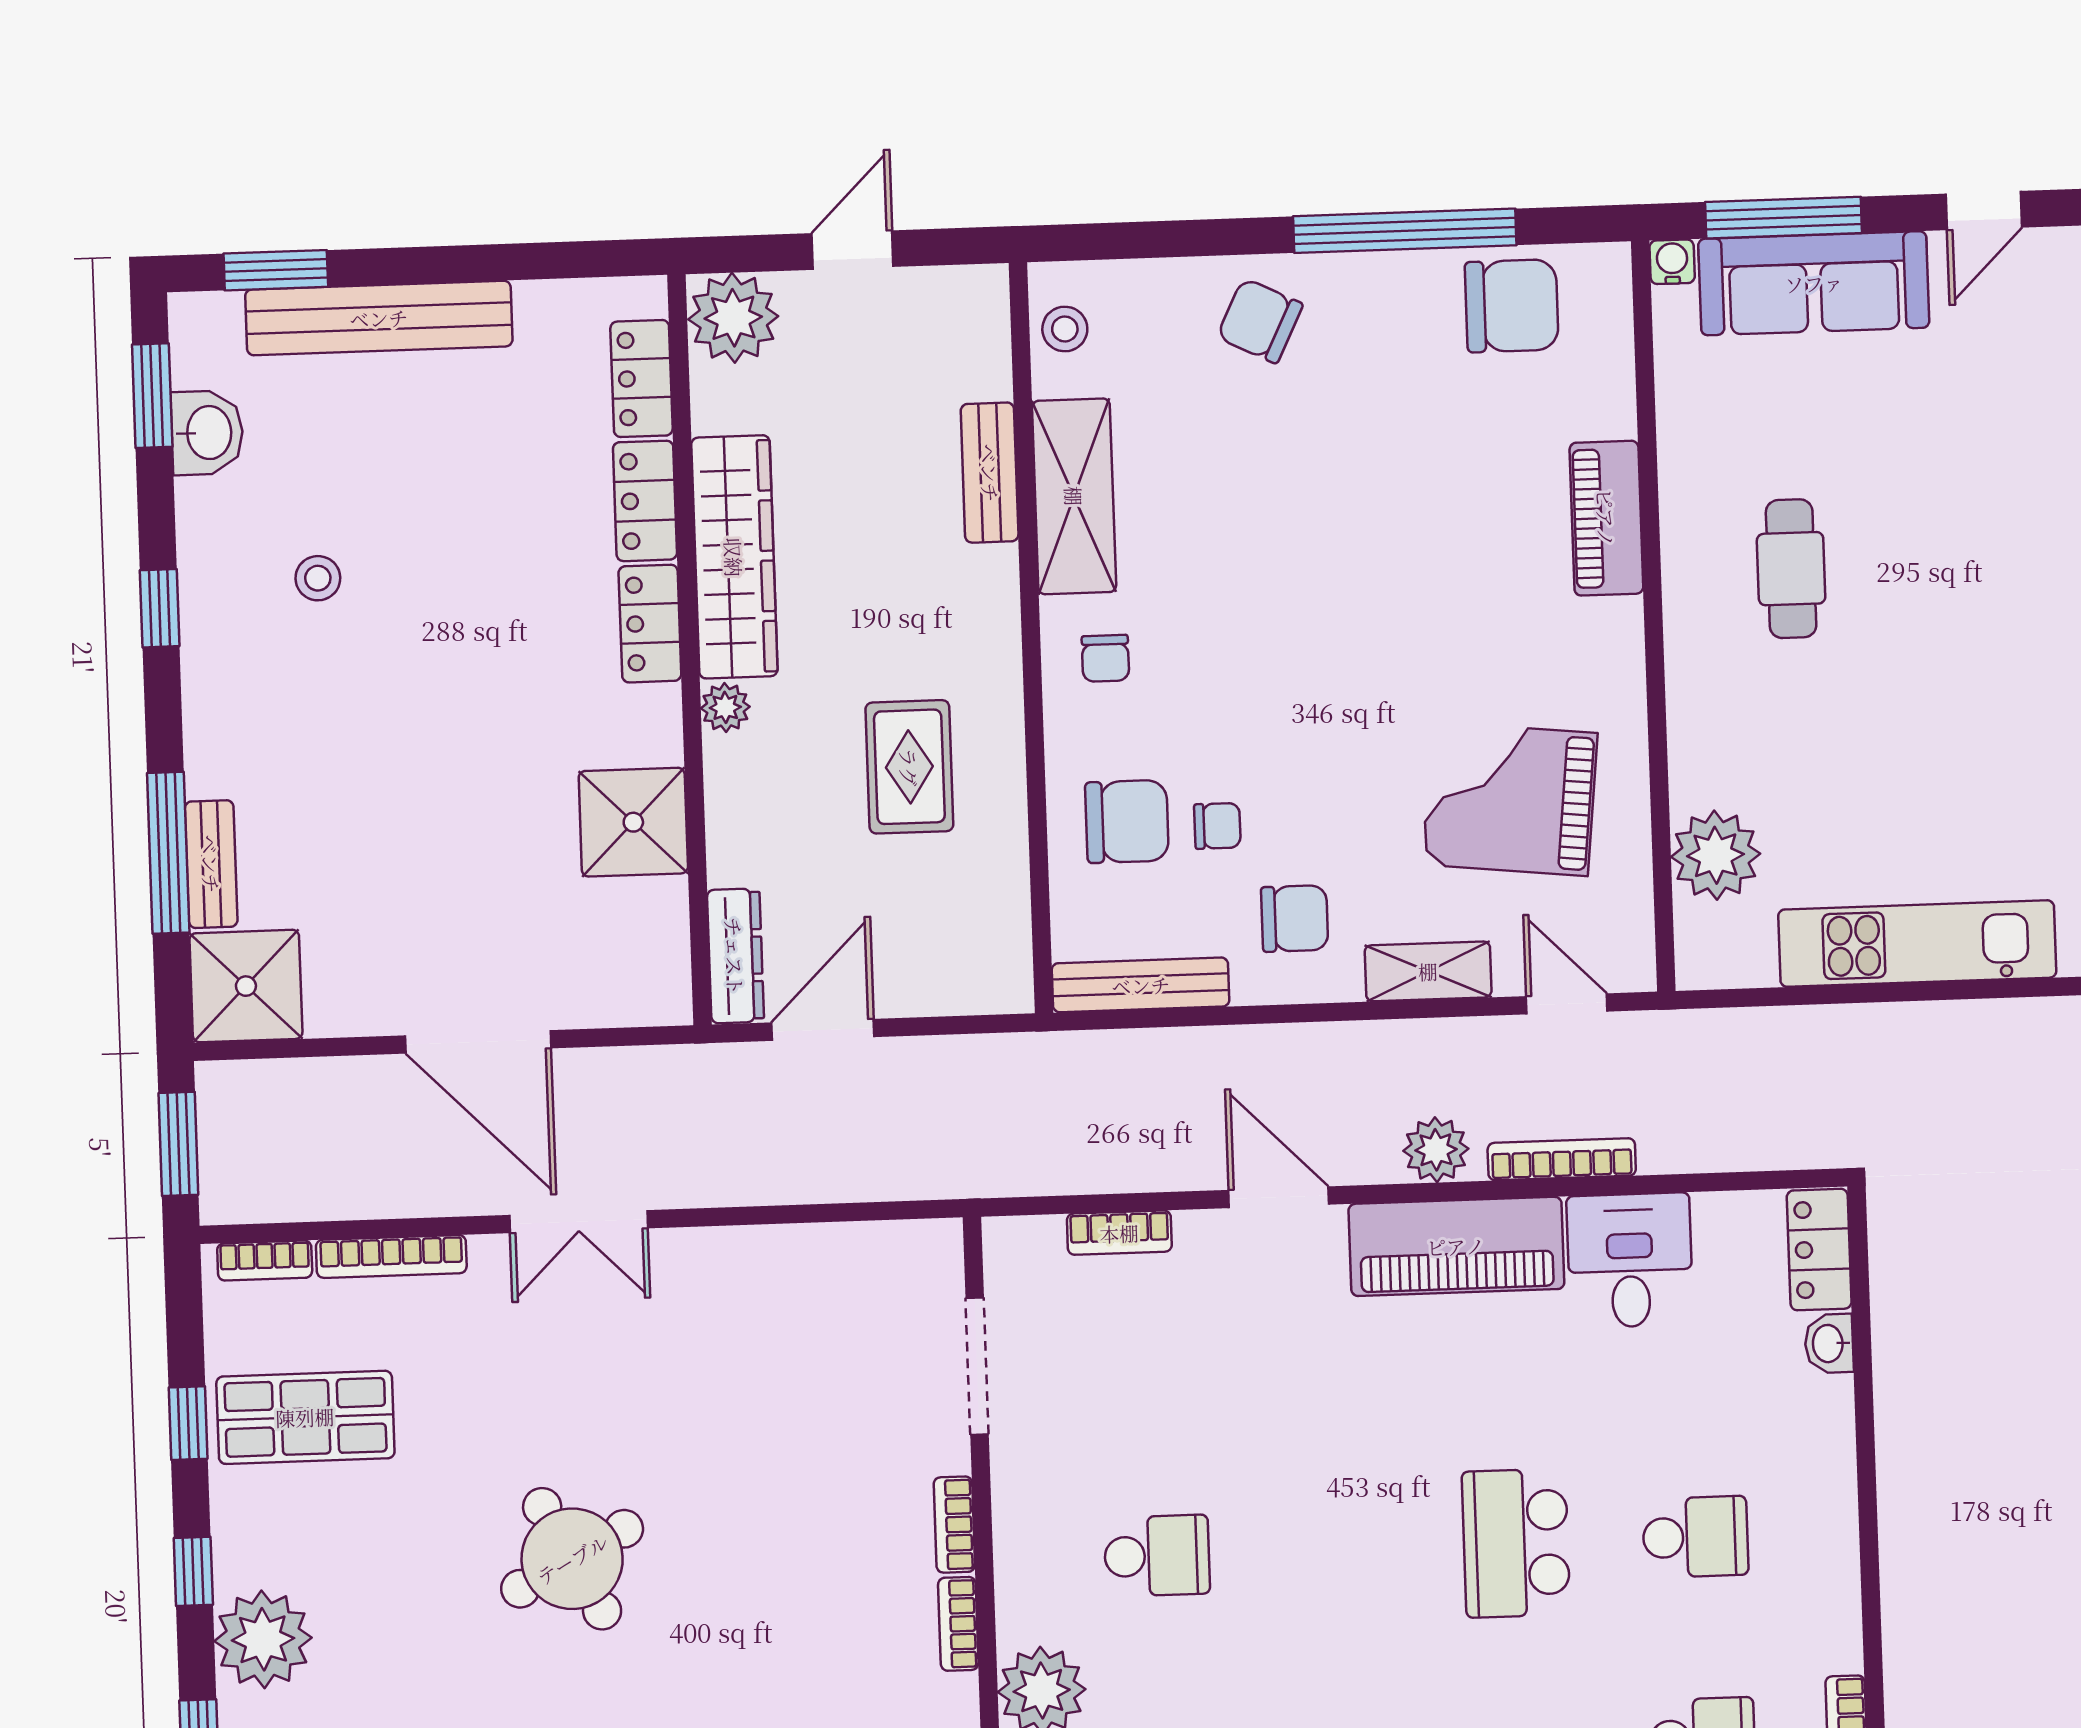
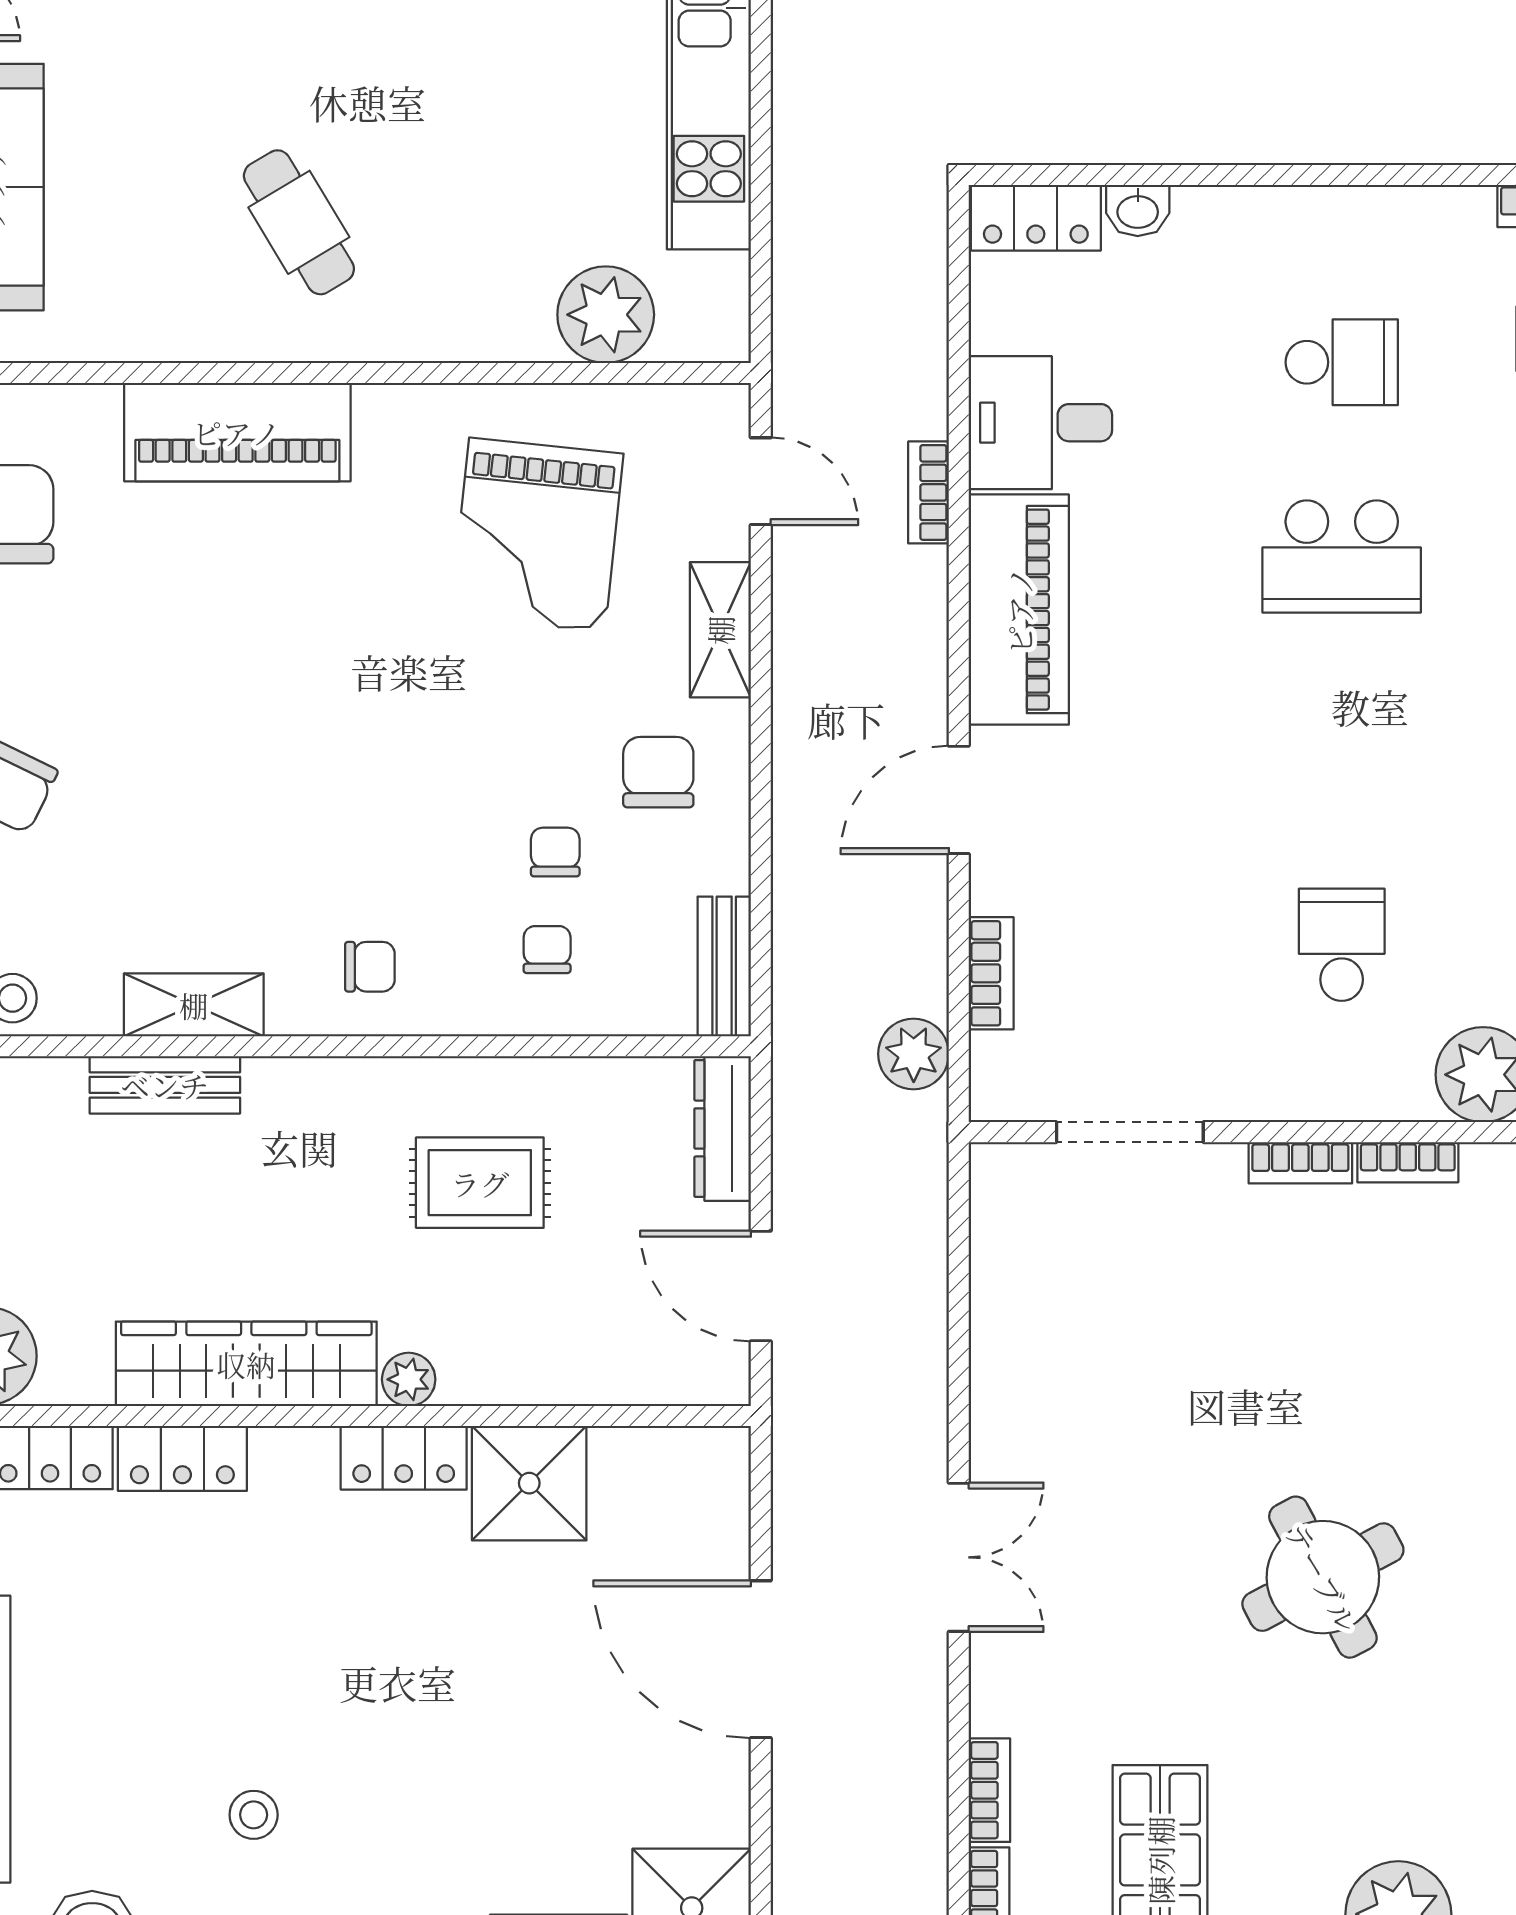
shelving: (1074, 496) -> (194, 1005), width x0.67, depth x0.75
piano: (1606, 518) -> (237, 432), width x1.37, depth x1.33
cafe table: (1791, 569) -> (299, 222), turned 59
locker: (650, 624) -> (404, 1458), moved
chair: (1127, 821) -> (547, 950), width x0.54, depth x0.54
dresser: (735, 956) -> (723, 1128), moved, turned -90
bench: (1141, 985) -> (724, 967), width x0.73
door: (1567, 1004) -> (761, 481), swing flipped
door: (478, 1042) -> (761, 1659), swing flipped
plant: (1436, 1150) -> (914, 1054), moved
bookcase: (1562, 1159) -> (929, 492), width x0.64
bookcase: (391, 1256) -> (989, 1790), width x0.64
school desk: (1695, 1537) -> (1342, 362), turned 90

